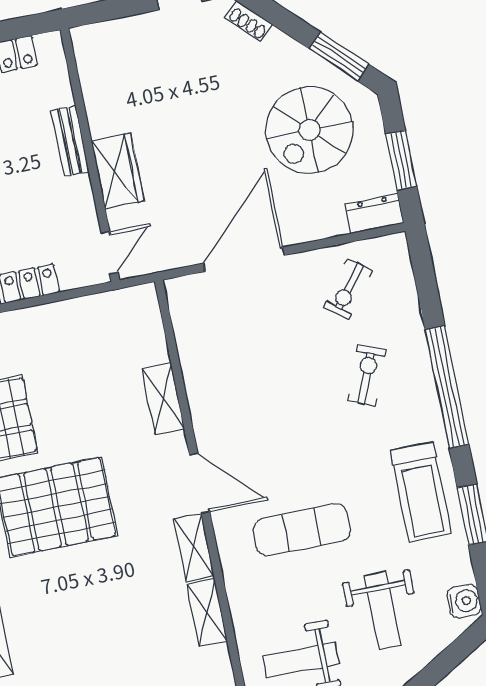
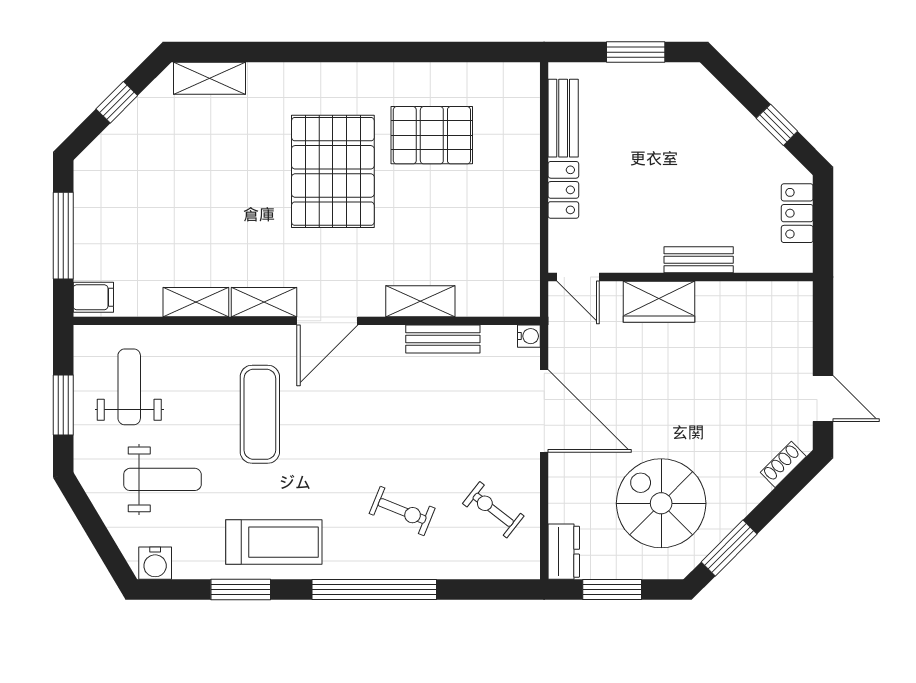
water cooler: (175, 288) -> (529, 336), added
bench: (195, 370) -> (443, 339), added
treadmill: (421, 492) -> (274, 542), turned 180
weight bench: (383, 610) -> (162, 479), turned 180

